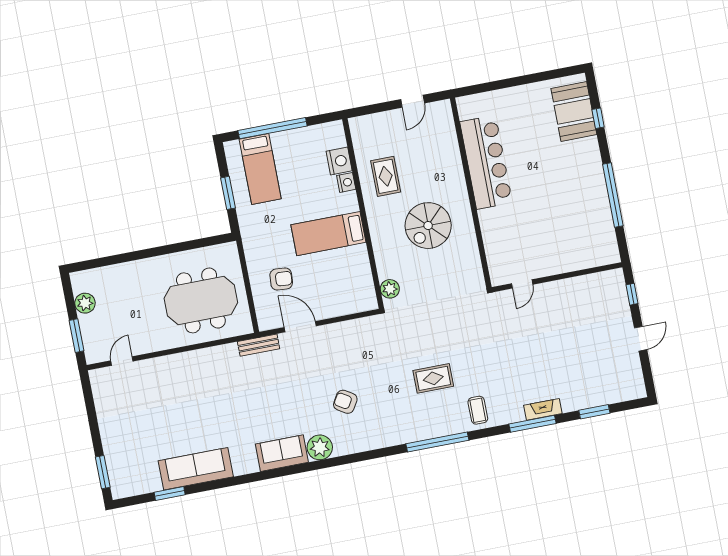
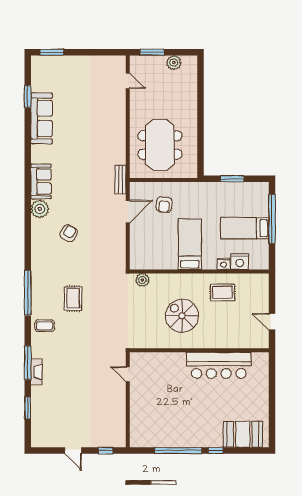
window: (598, 118) -> (216, 451), moved
bed: (260, 169) -> (245, 228), moved

